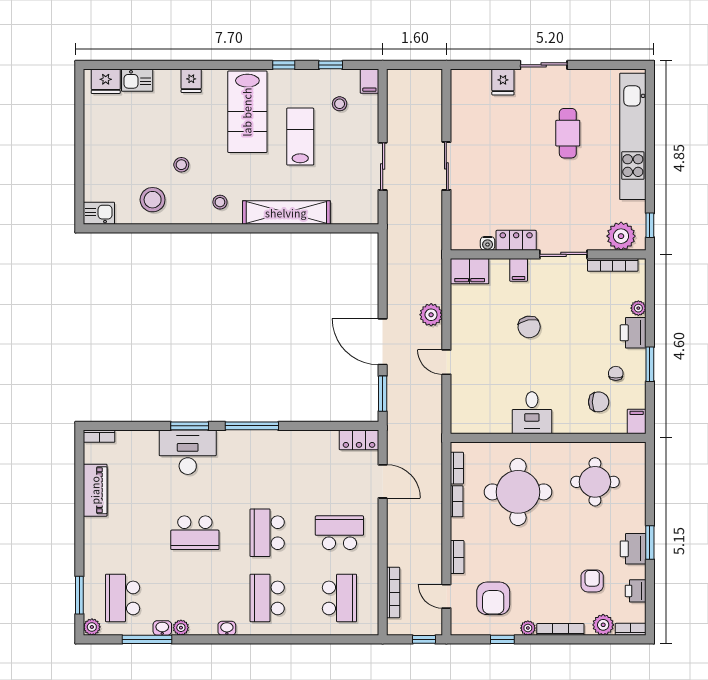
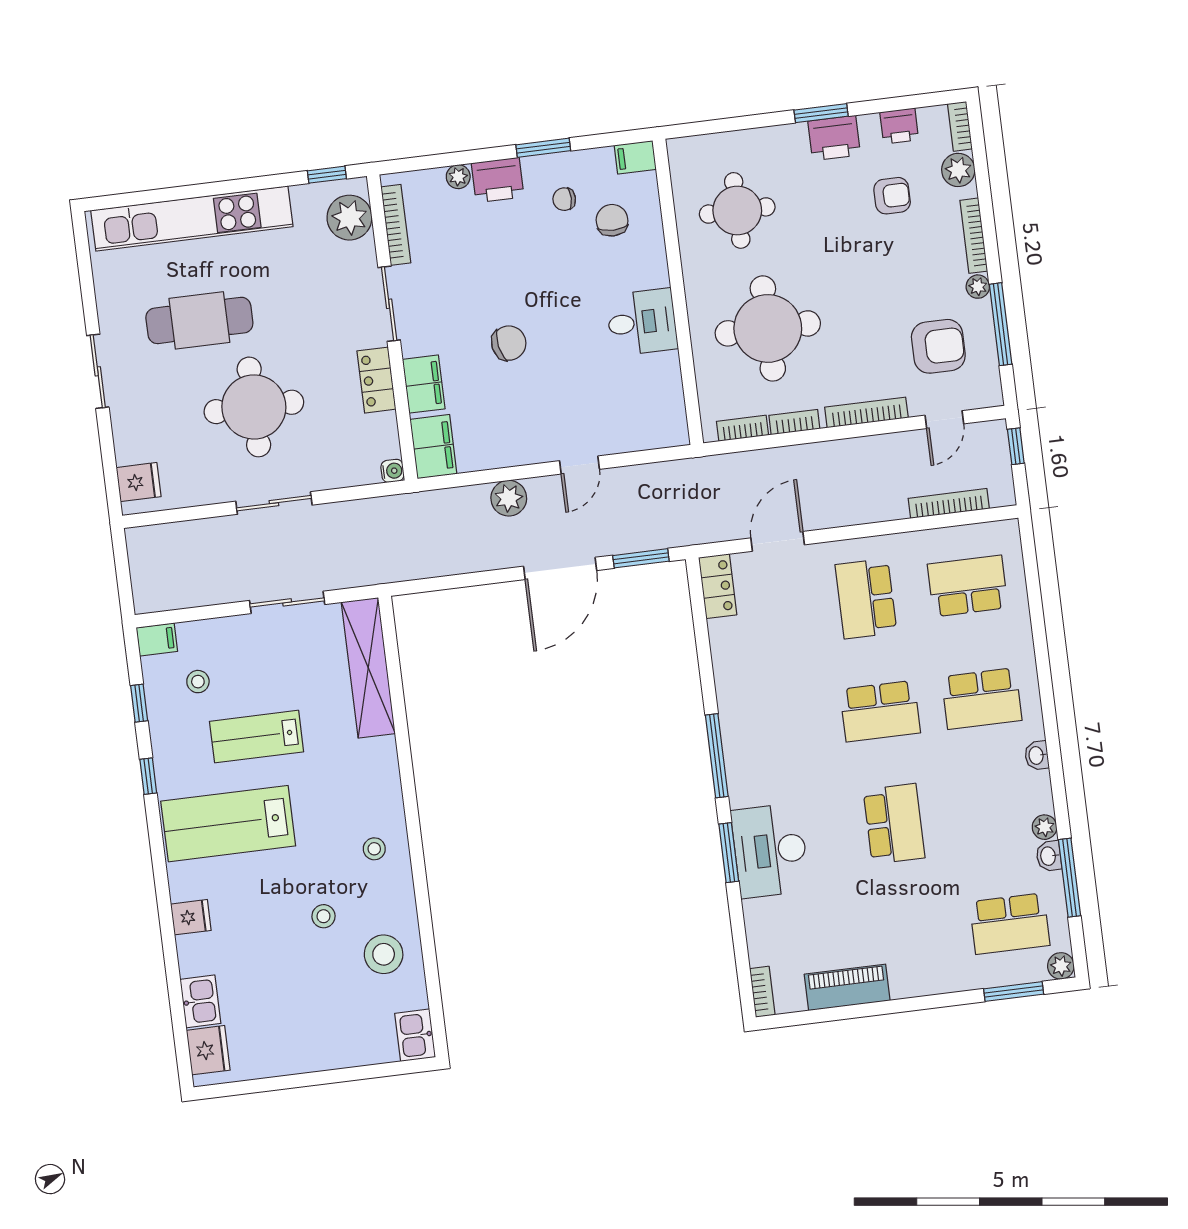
fridge: (503, 82) -> (139, 482), moved
lab bench: (247, 112) -> (228, 824), turned 180
cafe table: (568, 133) -> (199, 320), width x1.37, depth x1.35
round table: (509, 161) -> (254, 407), added
shelving: (286, 213) -> (368, 668), moved
water cooler: (488, 243) -> (392, 471), moved
filing cabinet: (519, 270) -> (424, 384), width x2.00
bookcase: (457, 557) -> (866, 412), width x1.56
armchair: (592, 581) -> (892, 196), turned 180
window: (502, 639) -> (1001, 324), width x2.17

